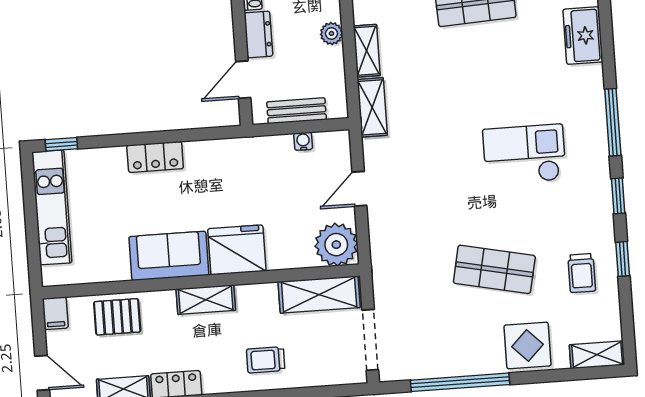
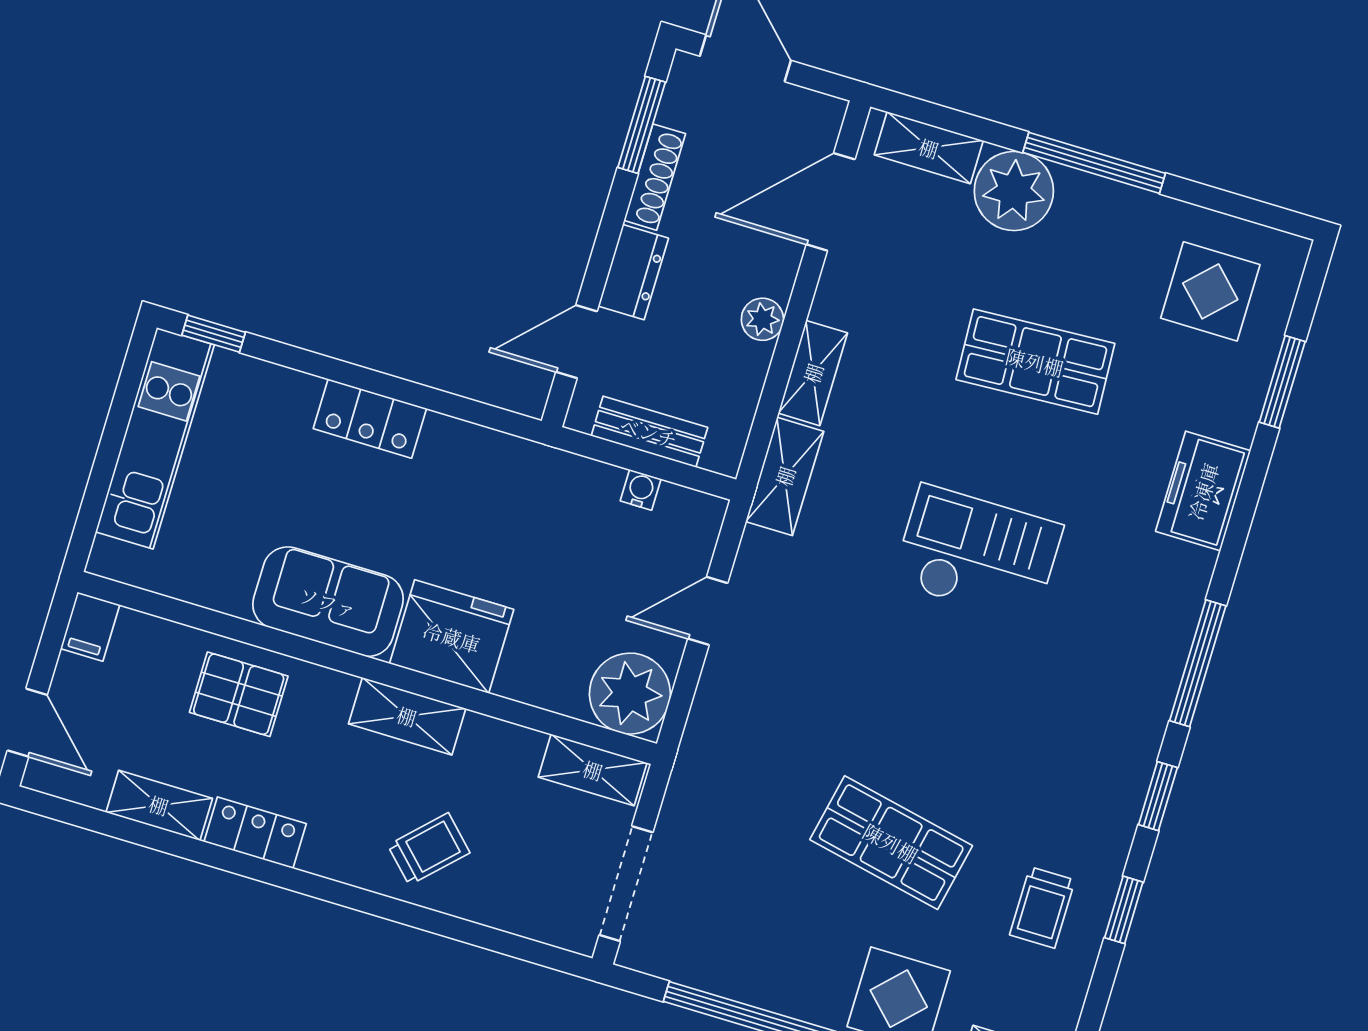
checkout: (524, 154) -> (978, 554), moved
shelving: (319, 295) -> (593, 770), width x0.67, depth x0.75
shelving: (206, 300) -> (407, 716), moved
pallet: (117, 317) -> (239, 694), moved
trolley: (266, 360) -> (429, 849), turned 135

